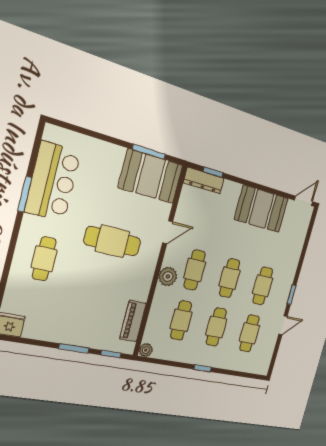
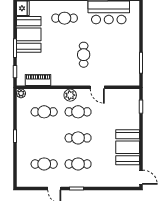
booth: (151, 176) -> (29, 34), moved
dresser: (204, 181) -> (134, 102), removed
cafe table: (112, 241) -> (84, 55), width x0.73, depth x0.74
cafe table: (216, 327) -> (44, 138), removed

